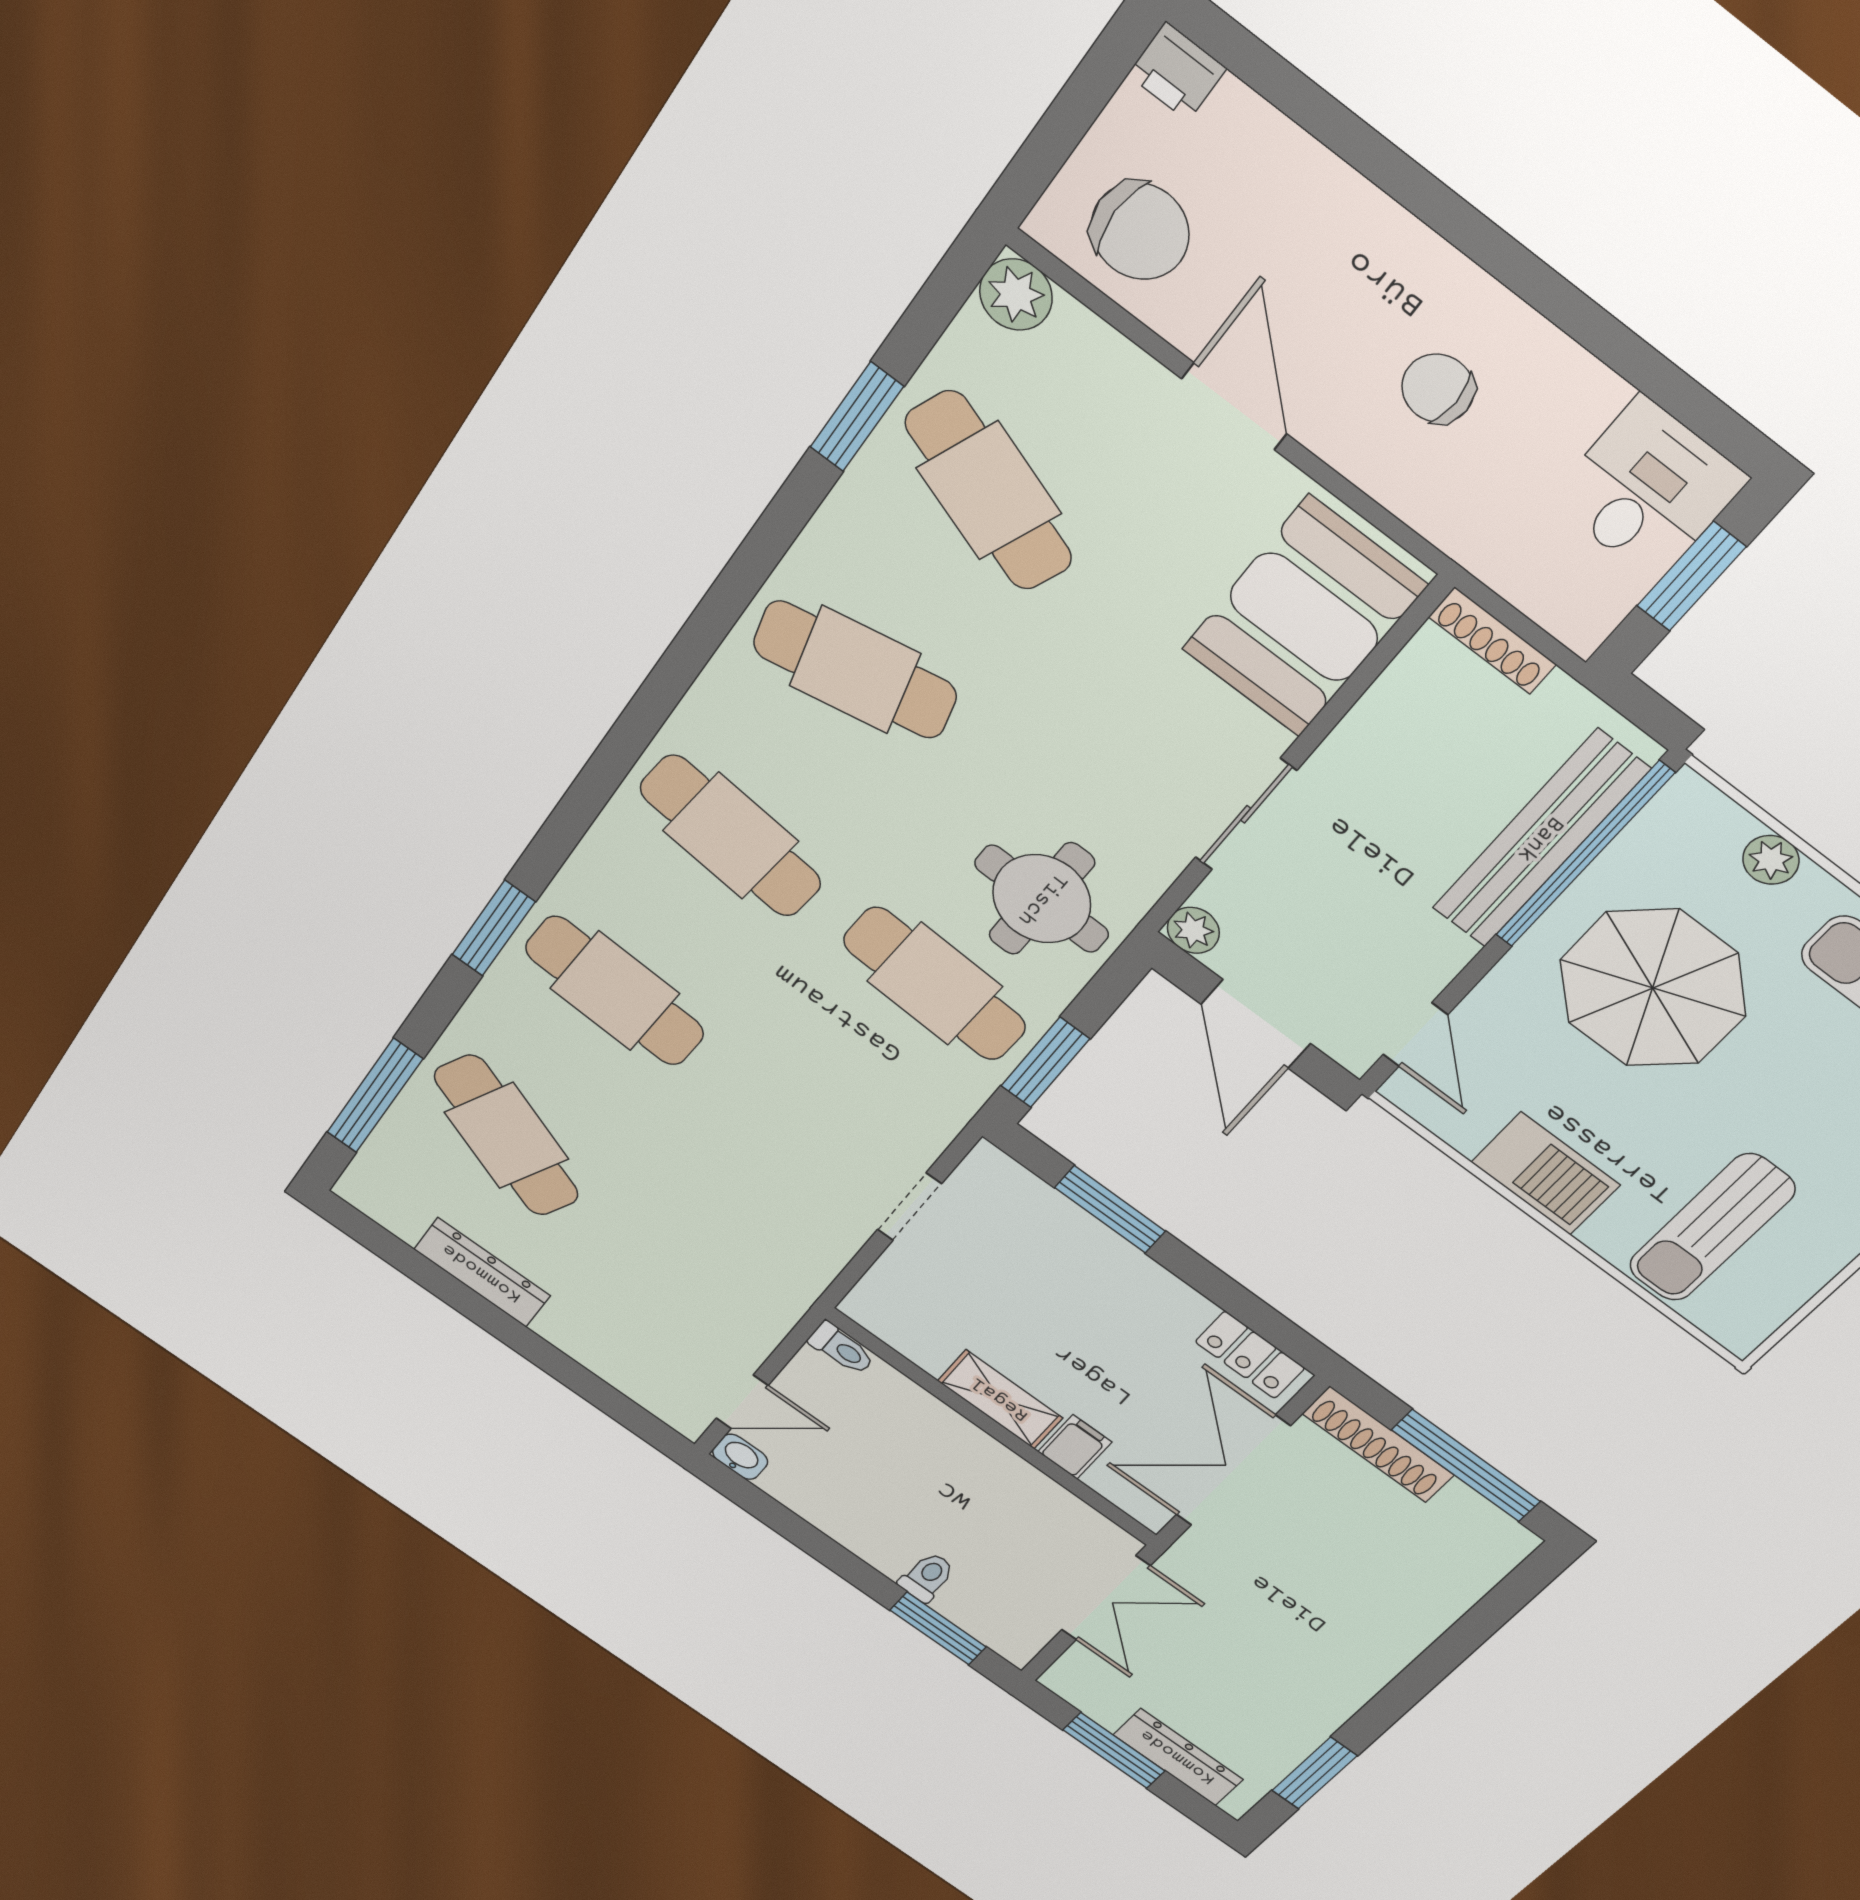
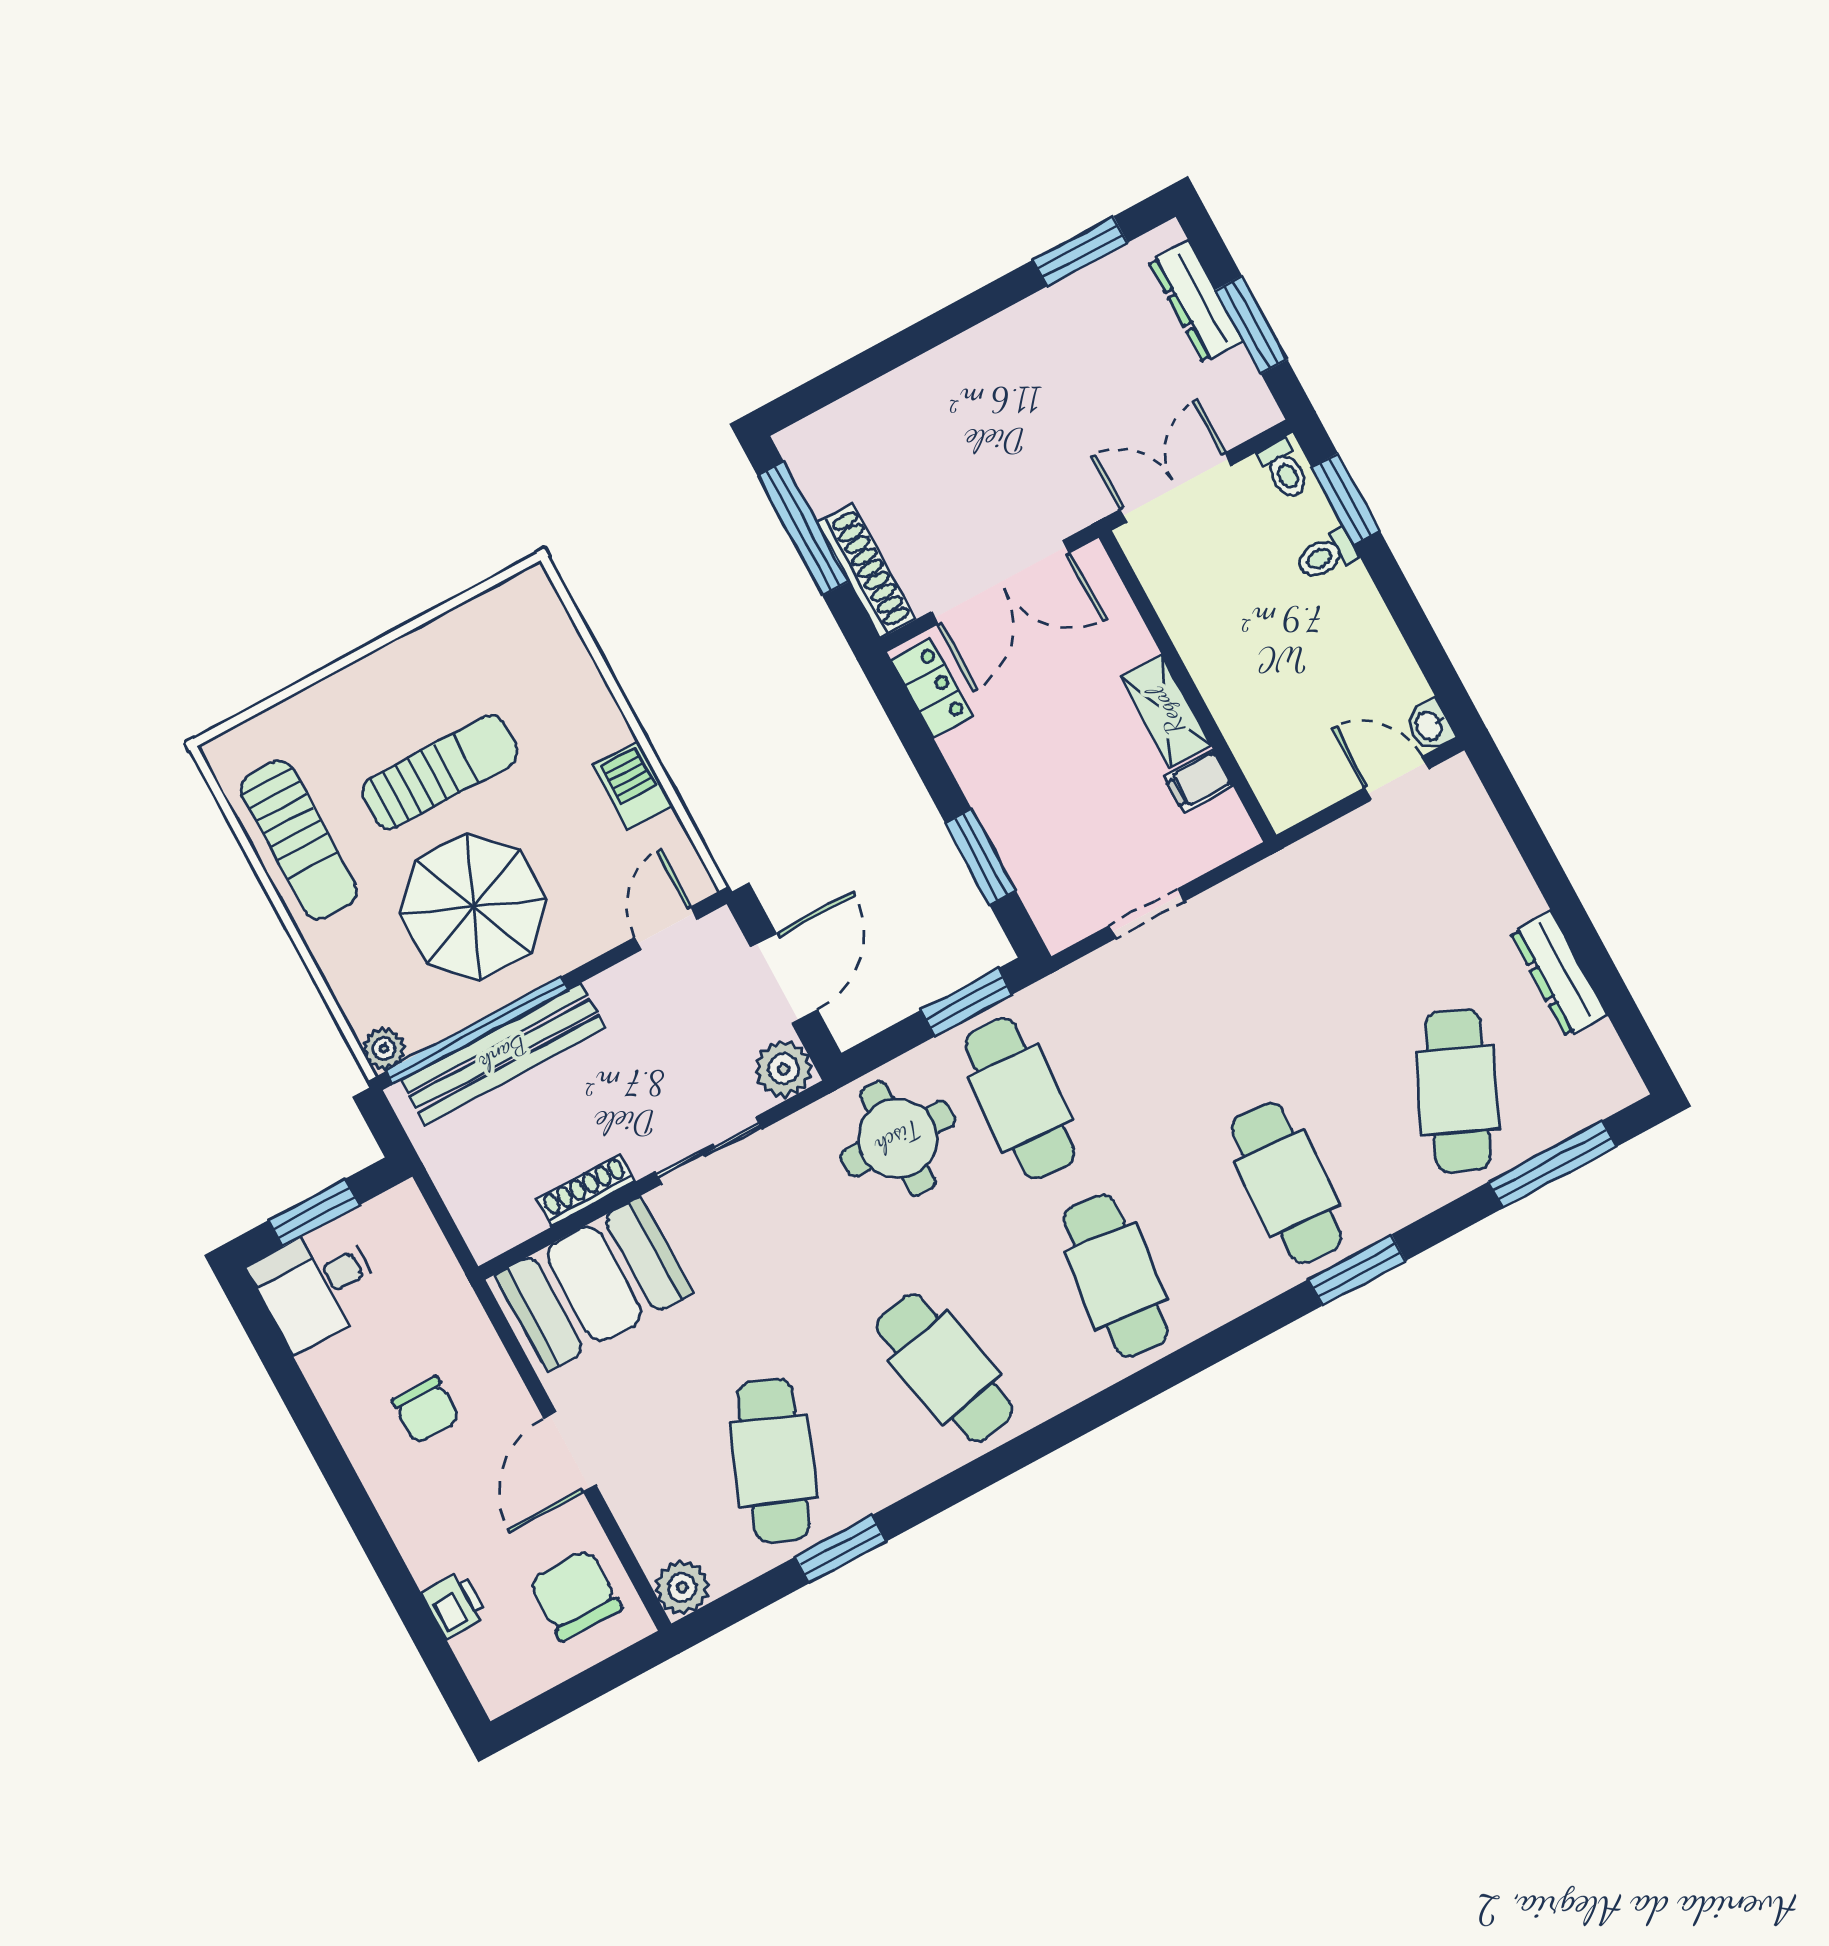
printer: (1177, 71) -> (455, 1604), moved
shoe rack: (1492, 641) -> (586, 1190), moved, turned -90
plant: (1771, 860) -> (384, 1049), moved
plant: (1193, 930) -> (783, 1069), width x1.38, depth x1.38
barbecue: (1546, 1174) -> (633, 785), width x0.73, depth x0.79
sun lounger: (1712, 1228) -> (440, 772), moved
toilet: (841, 1348) -> (1284, 469), moved, turned 180
filing cabinet: (1075, 1447) -> (1198, 781), moved

